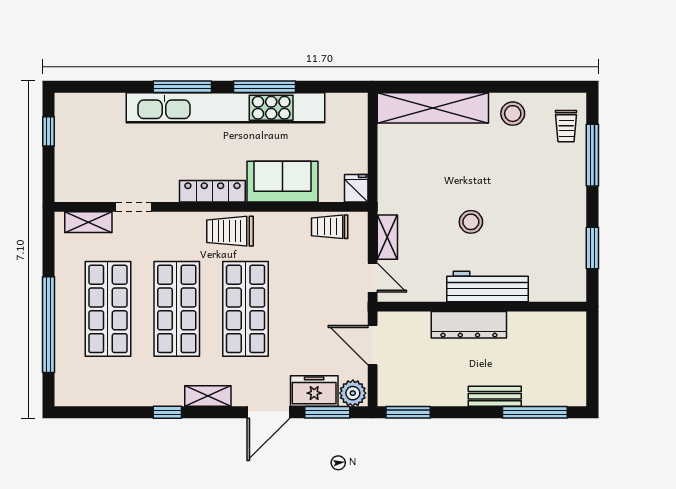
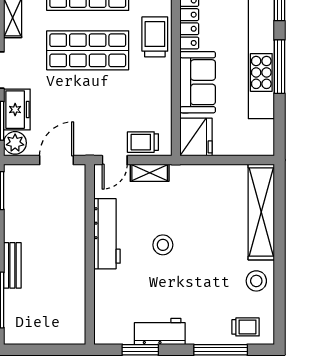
trolley: (566, 126) -> (246, 327), turned 180
fridge: (356, 188) -> (196, 137), width x1.88, depth x1.34
workbench: (571, 225) -> (160, 331), added
trolley: (330, 227) -> (143, 142), moved, turned -90
workbench: (487, 286) -> (107, 234), moved
dresser: (469, 325) -> (74, 243), removed

